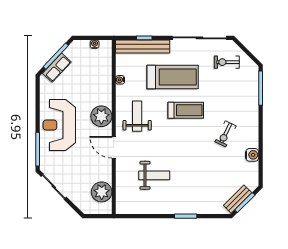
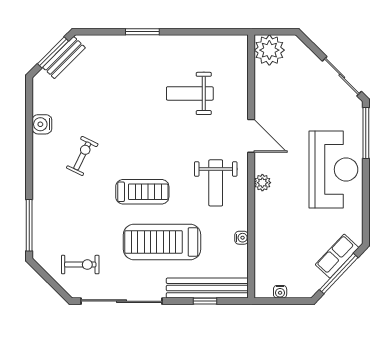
treadmill: (186, 110) -> (142, 192), turned 180
plant: (101, 116) -> (262, 183), width x0.53, depth x0.53
plant: (102, 192) -> (269, 50), moved

